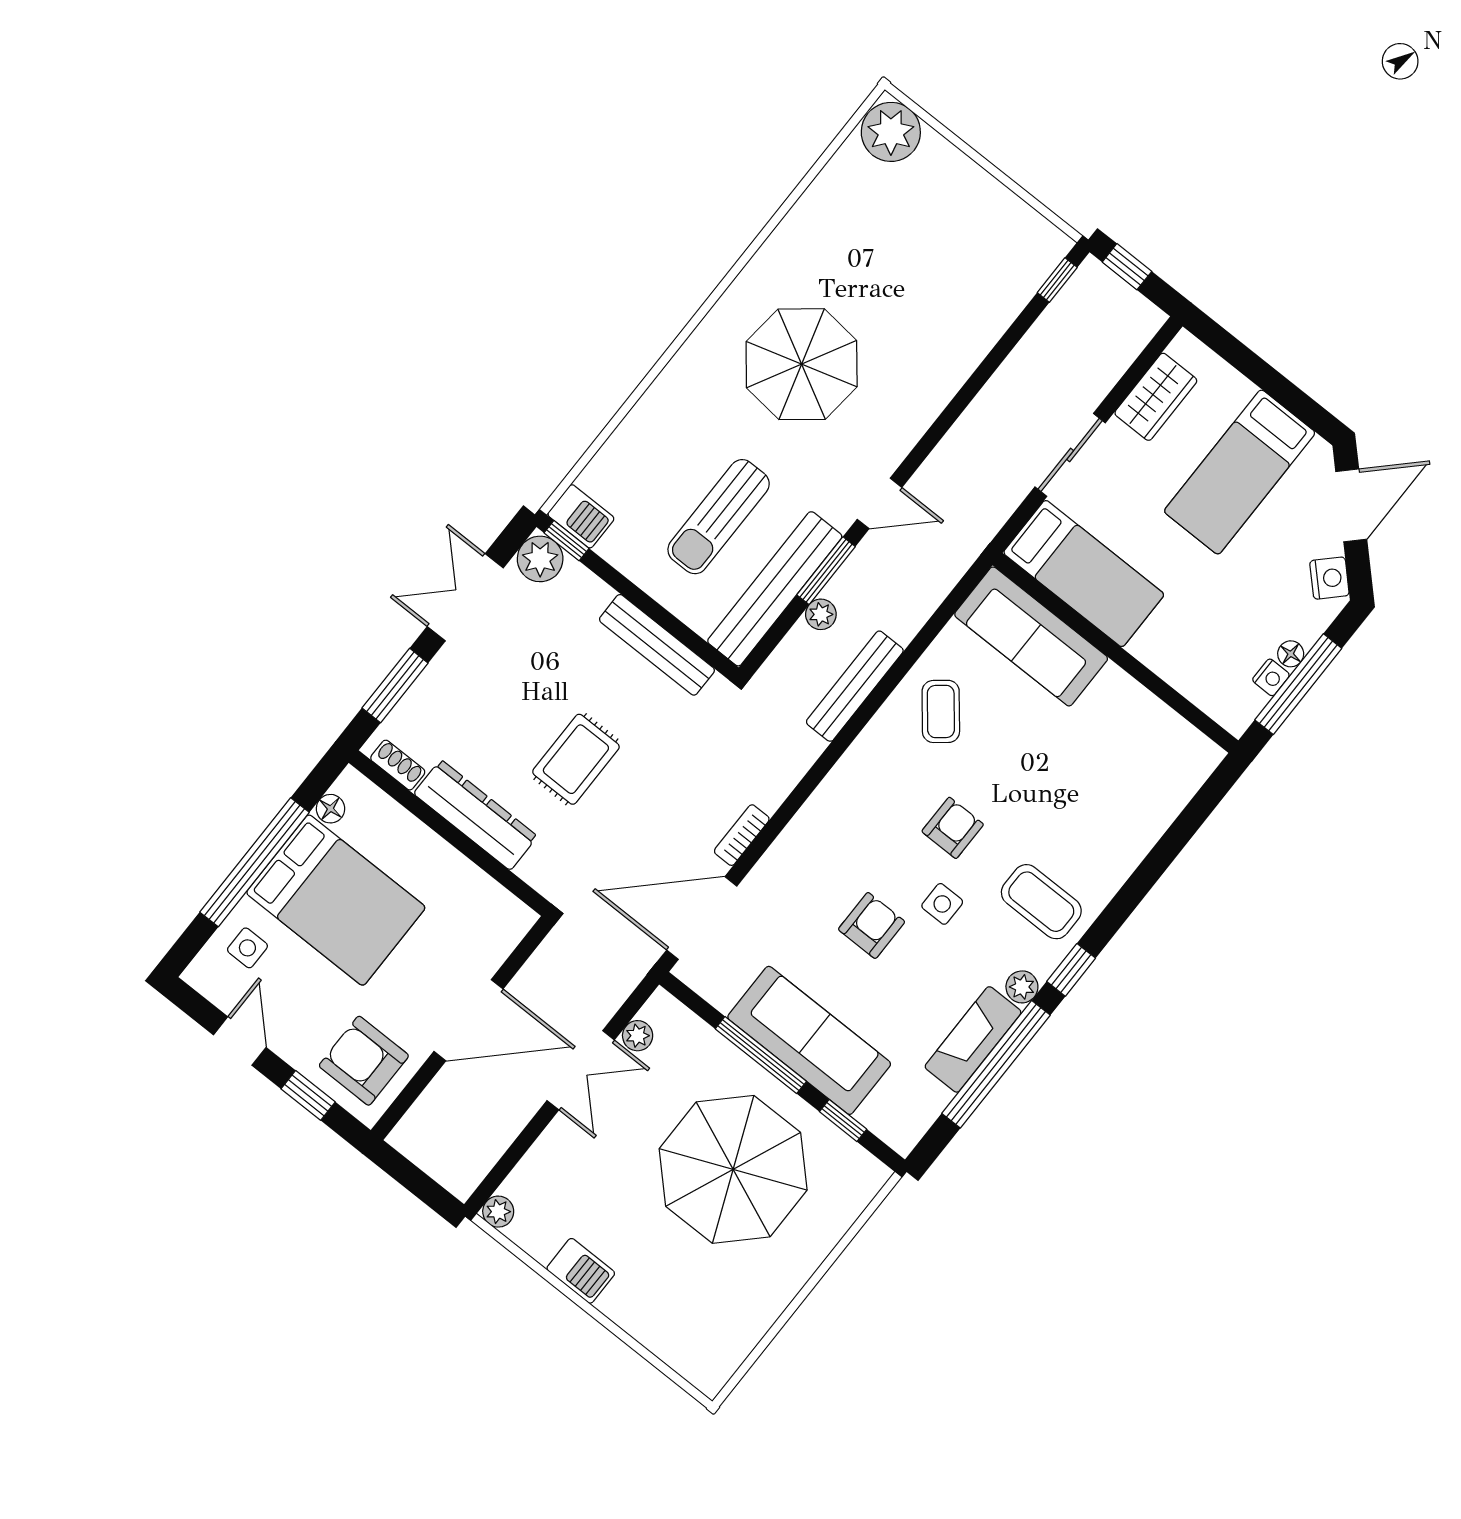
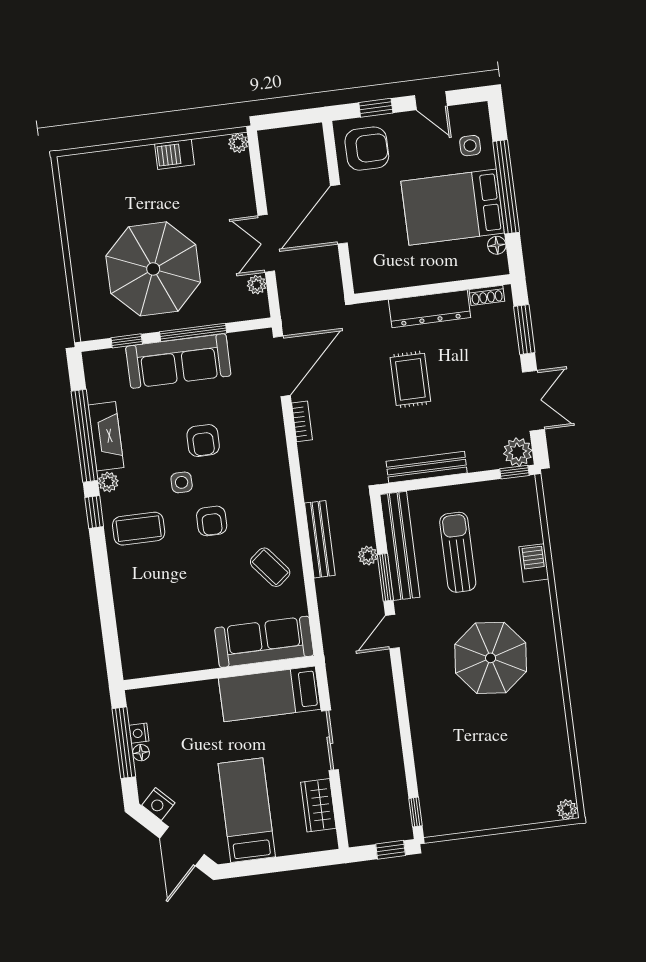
plant: (891, 132) -> (567, 809), width x0.53, depth x0.53
barbecue: (581, 516) -> (534, 563), moved, turned 90

